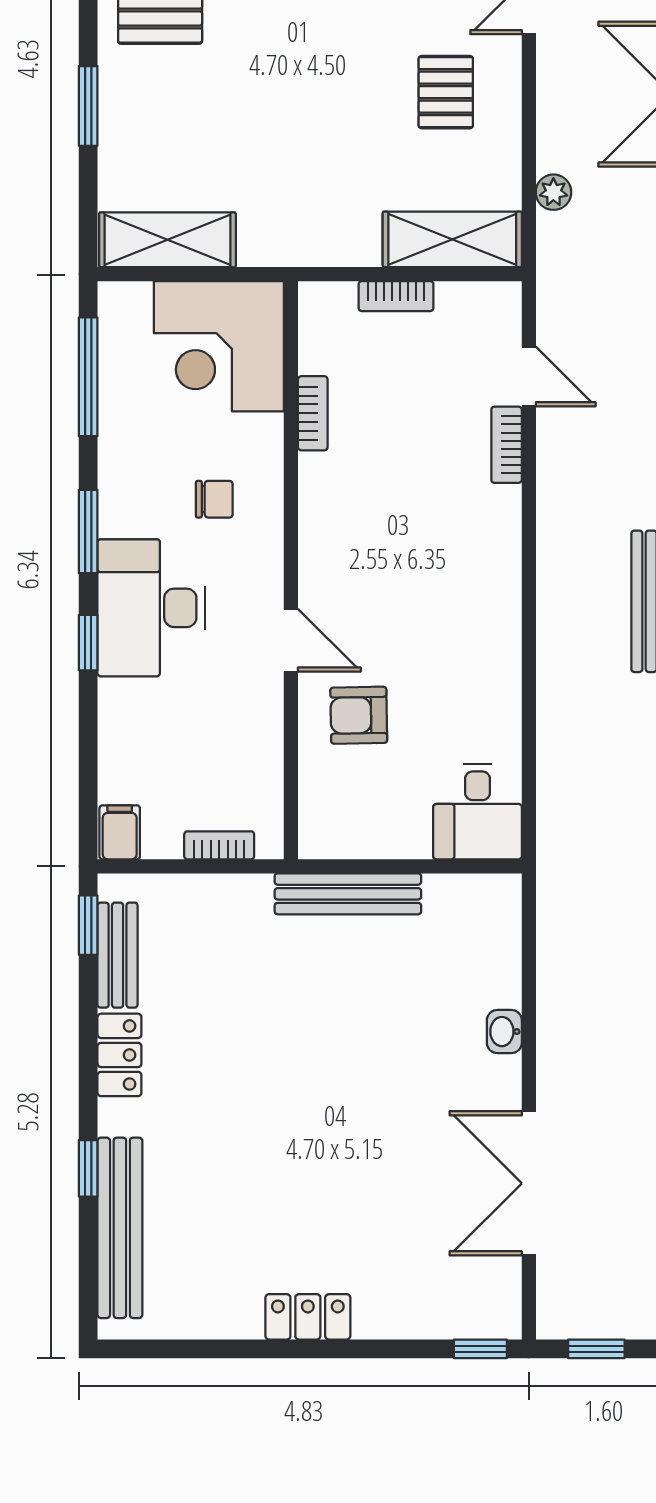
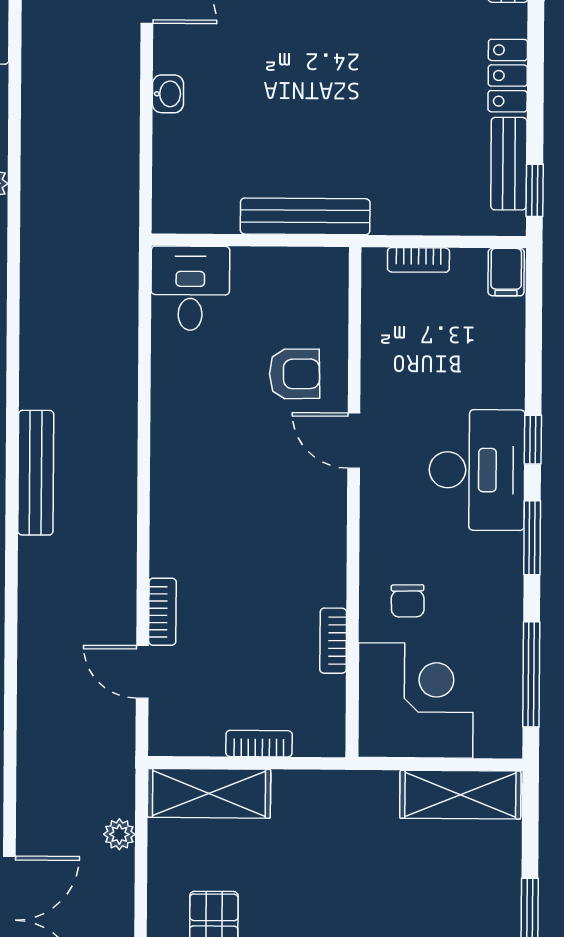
chair: (214, 499) -> (408, 601), moved, turned -91

